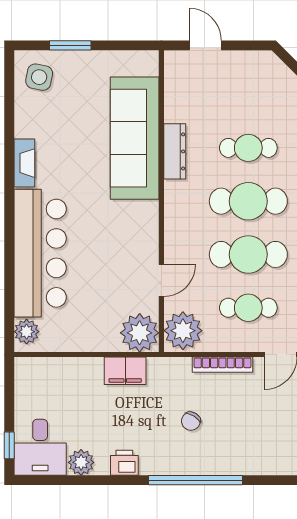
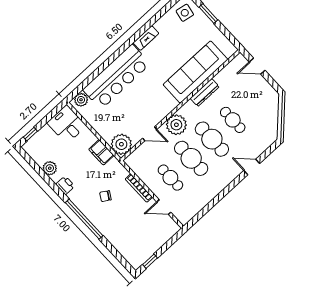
door: (205, 45) -> (257, 66), swing flipped
plant: (183, 331) -> (176, 125), moved
desk: (40, 447) -> (67, 124), moved, turned 90

